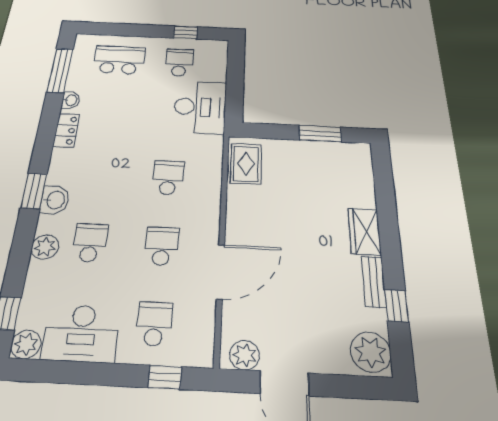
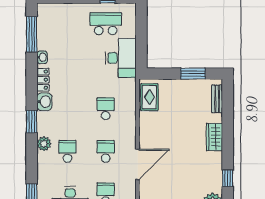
school desk: (119, 60) -> (67, 24), removed
school desk: (179, 63) -> (106, 24), width x1.85
washbasin: (55, 200) -> (44, 102), moved
plant: (45, 247) -> (44, 144), moved
bench: (374, 282) -> (217, 99), moved

